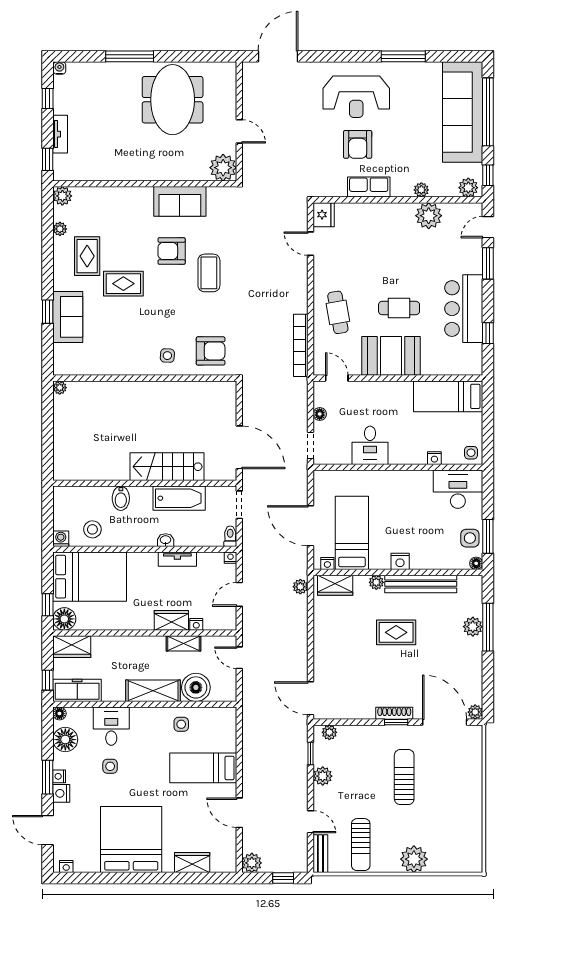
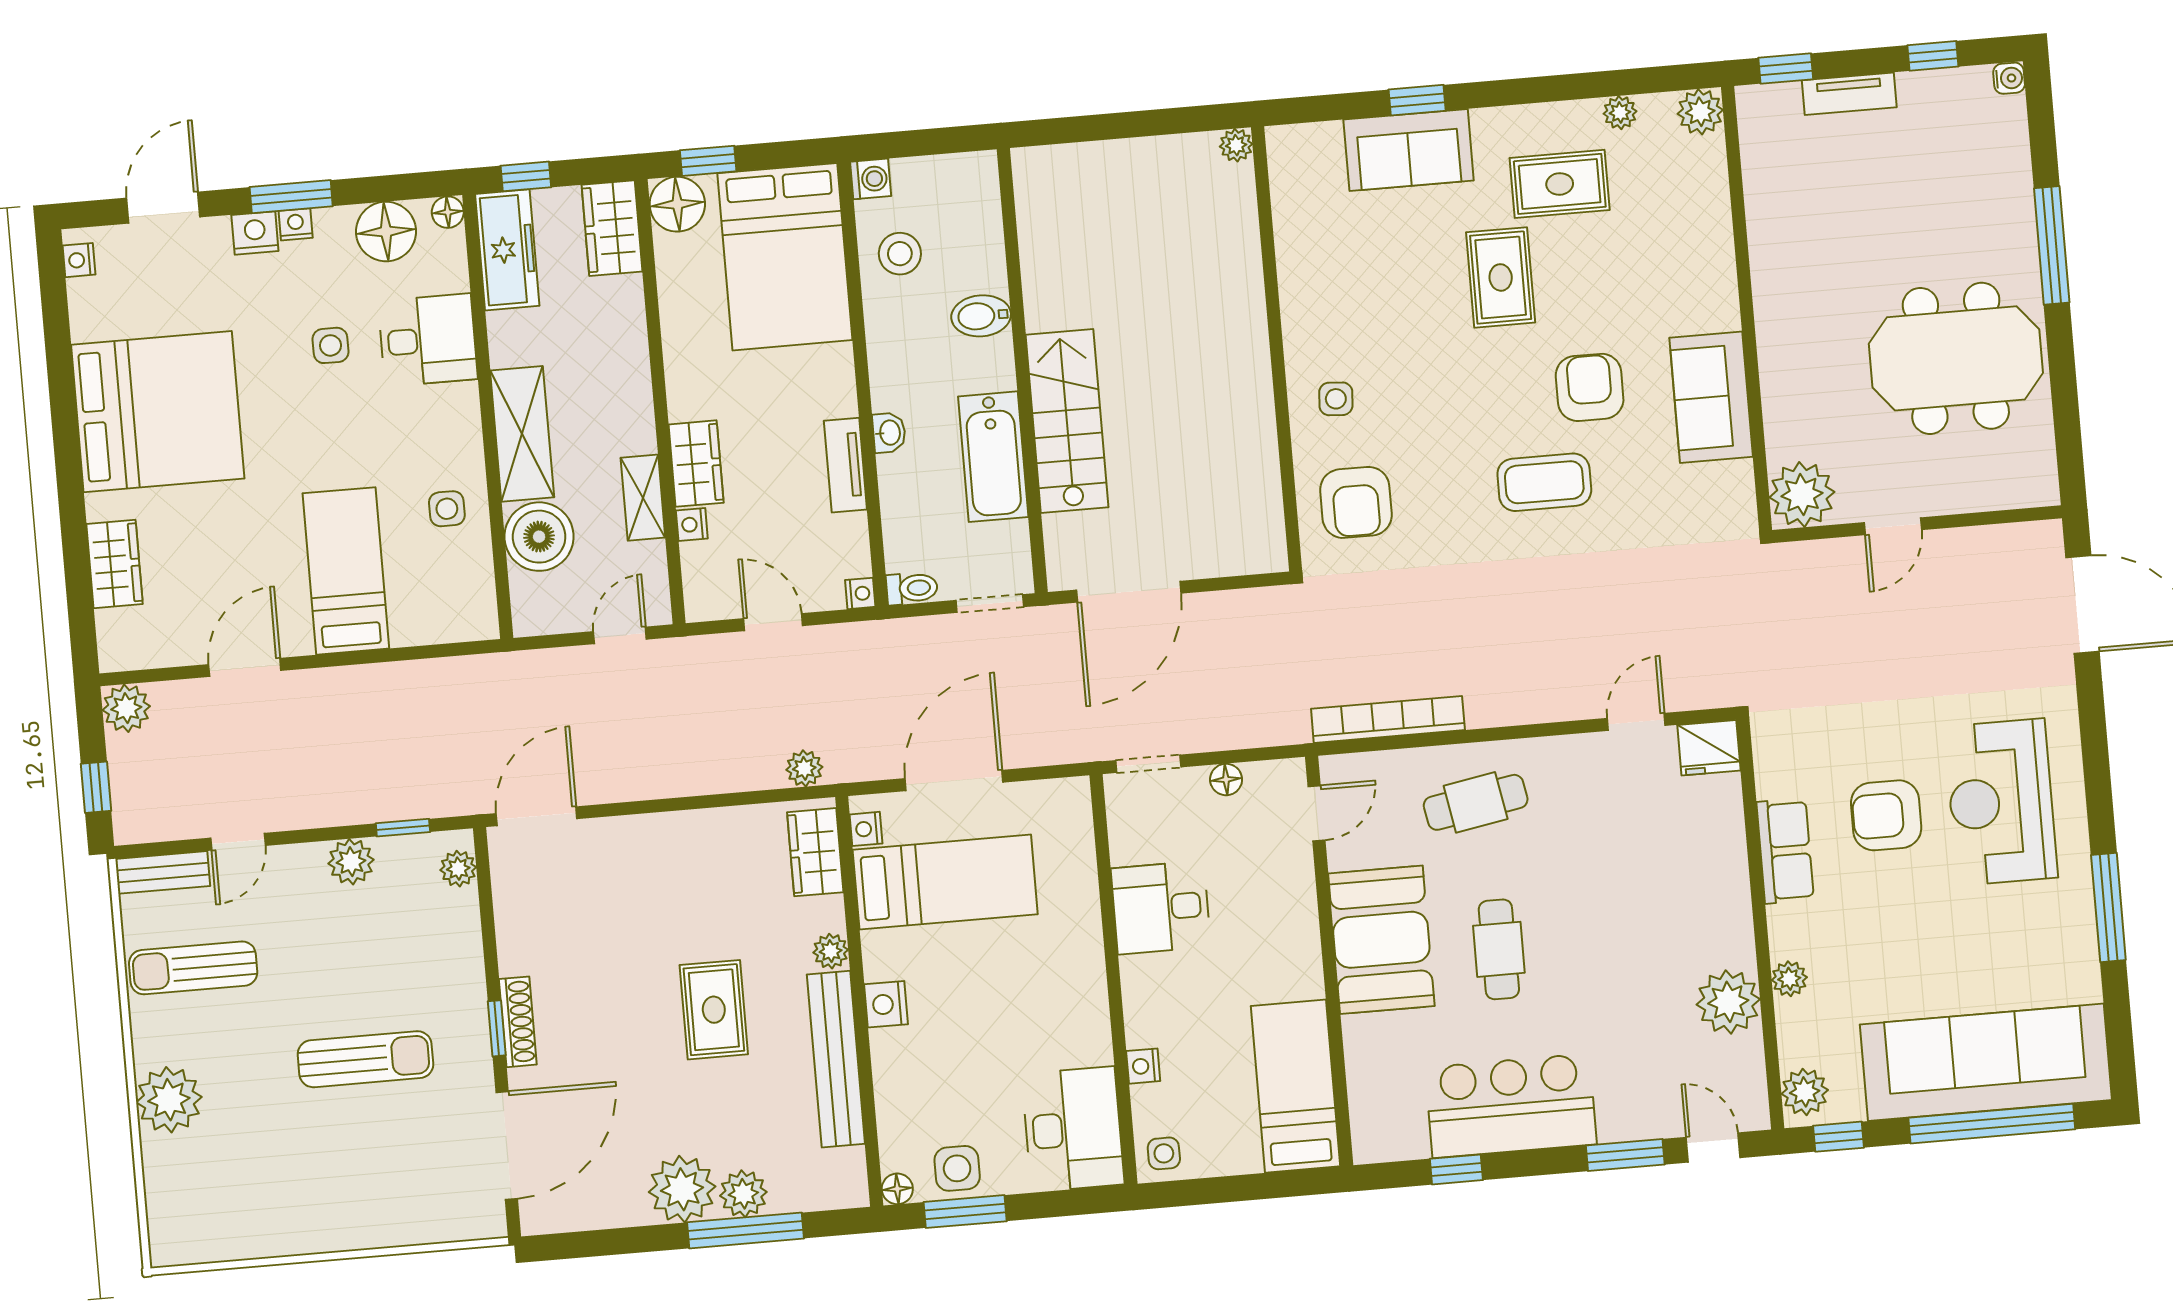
plant: (475, 712) -> (682, 1189), moved, width x1.88, depth x1.88

